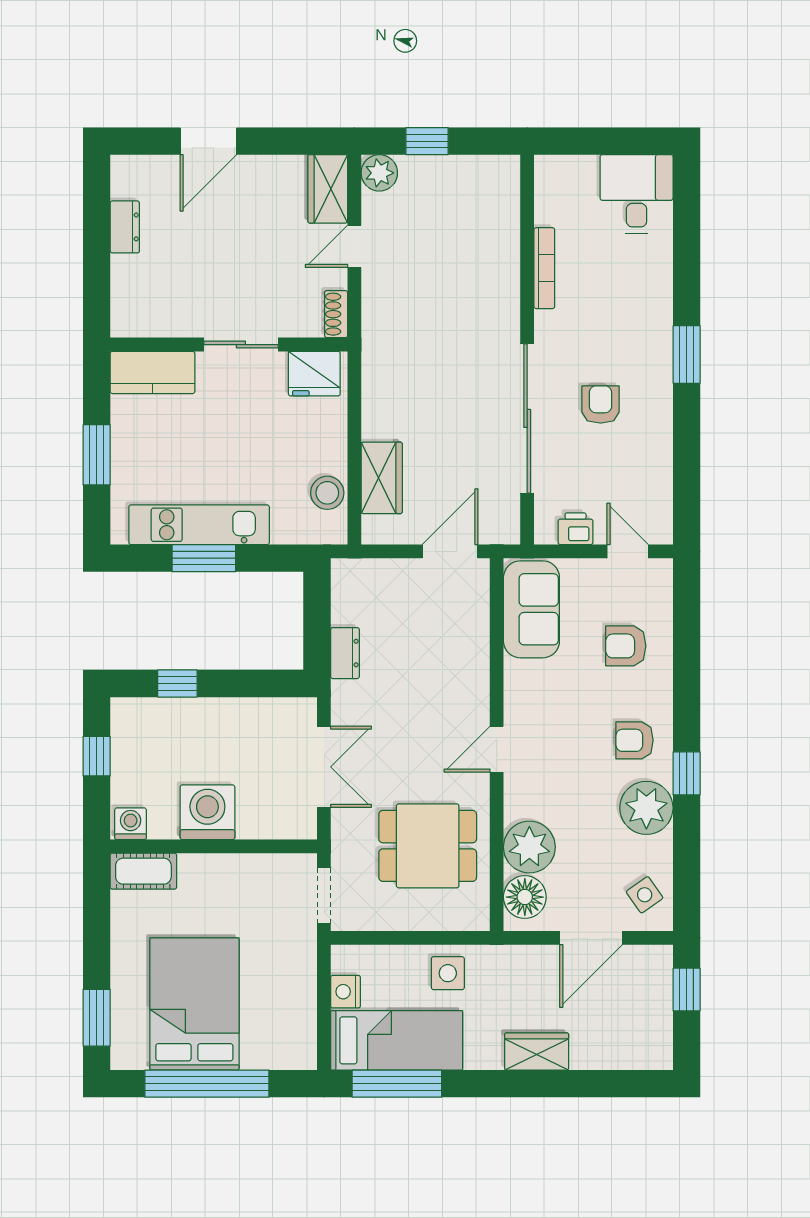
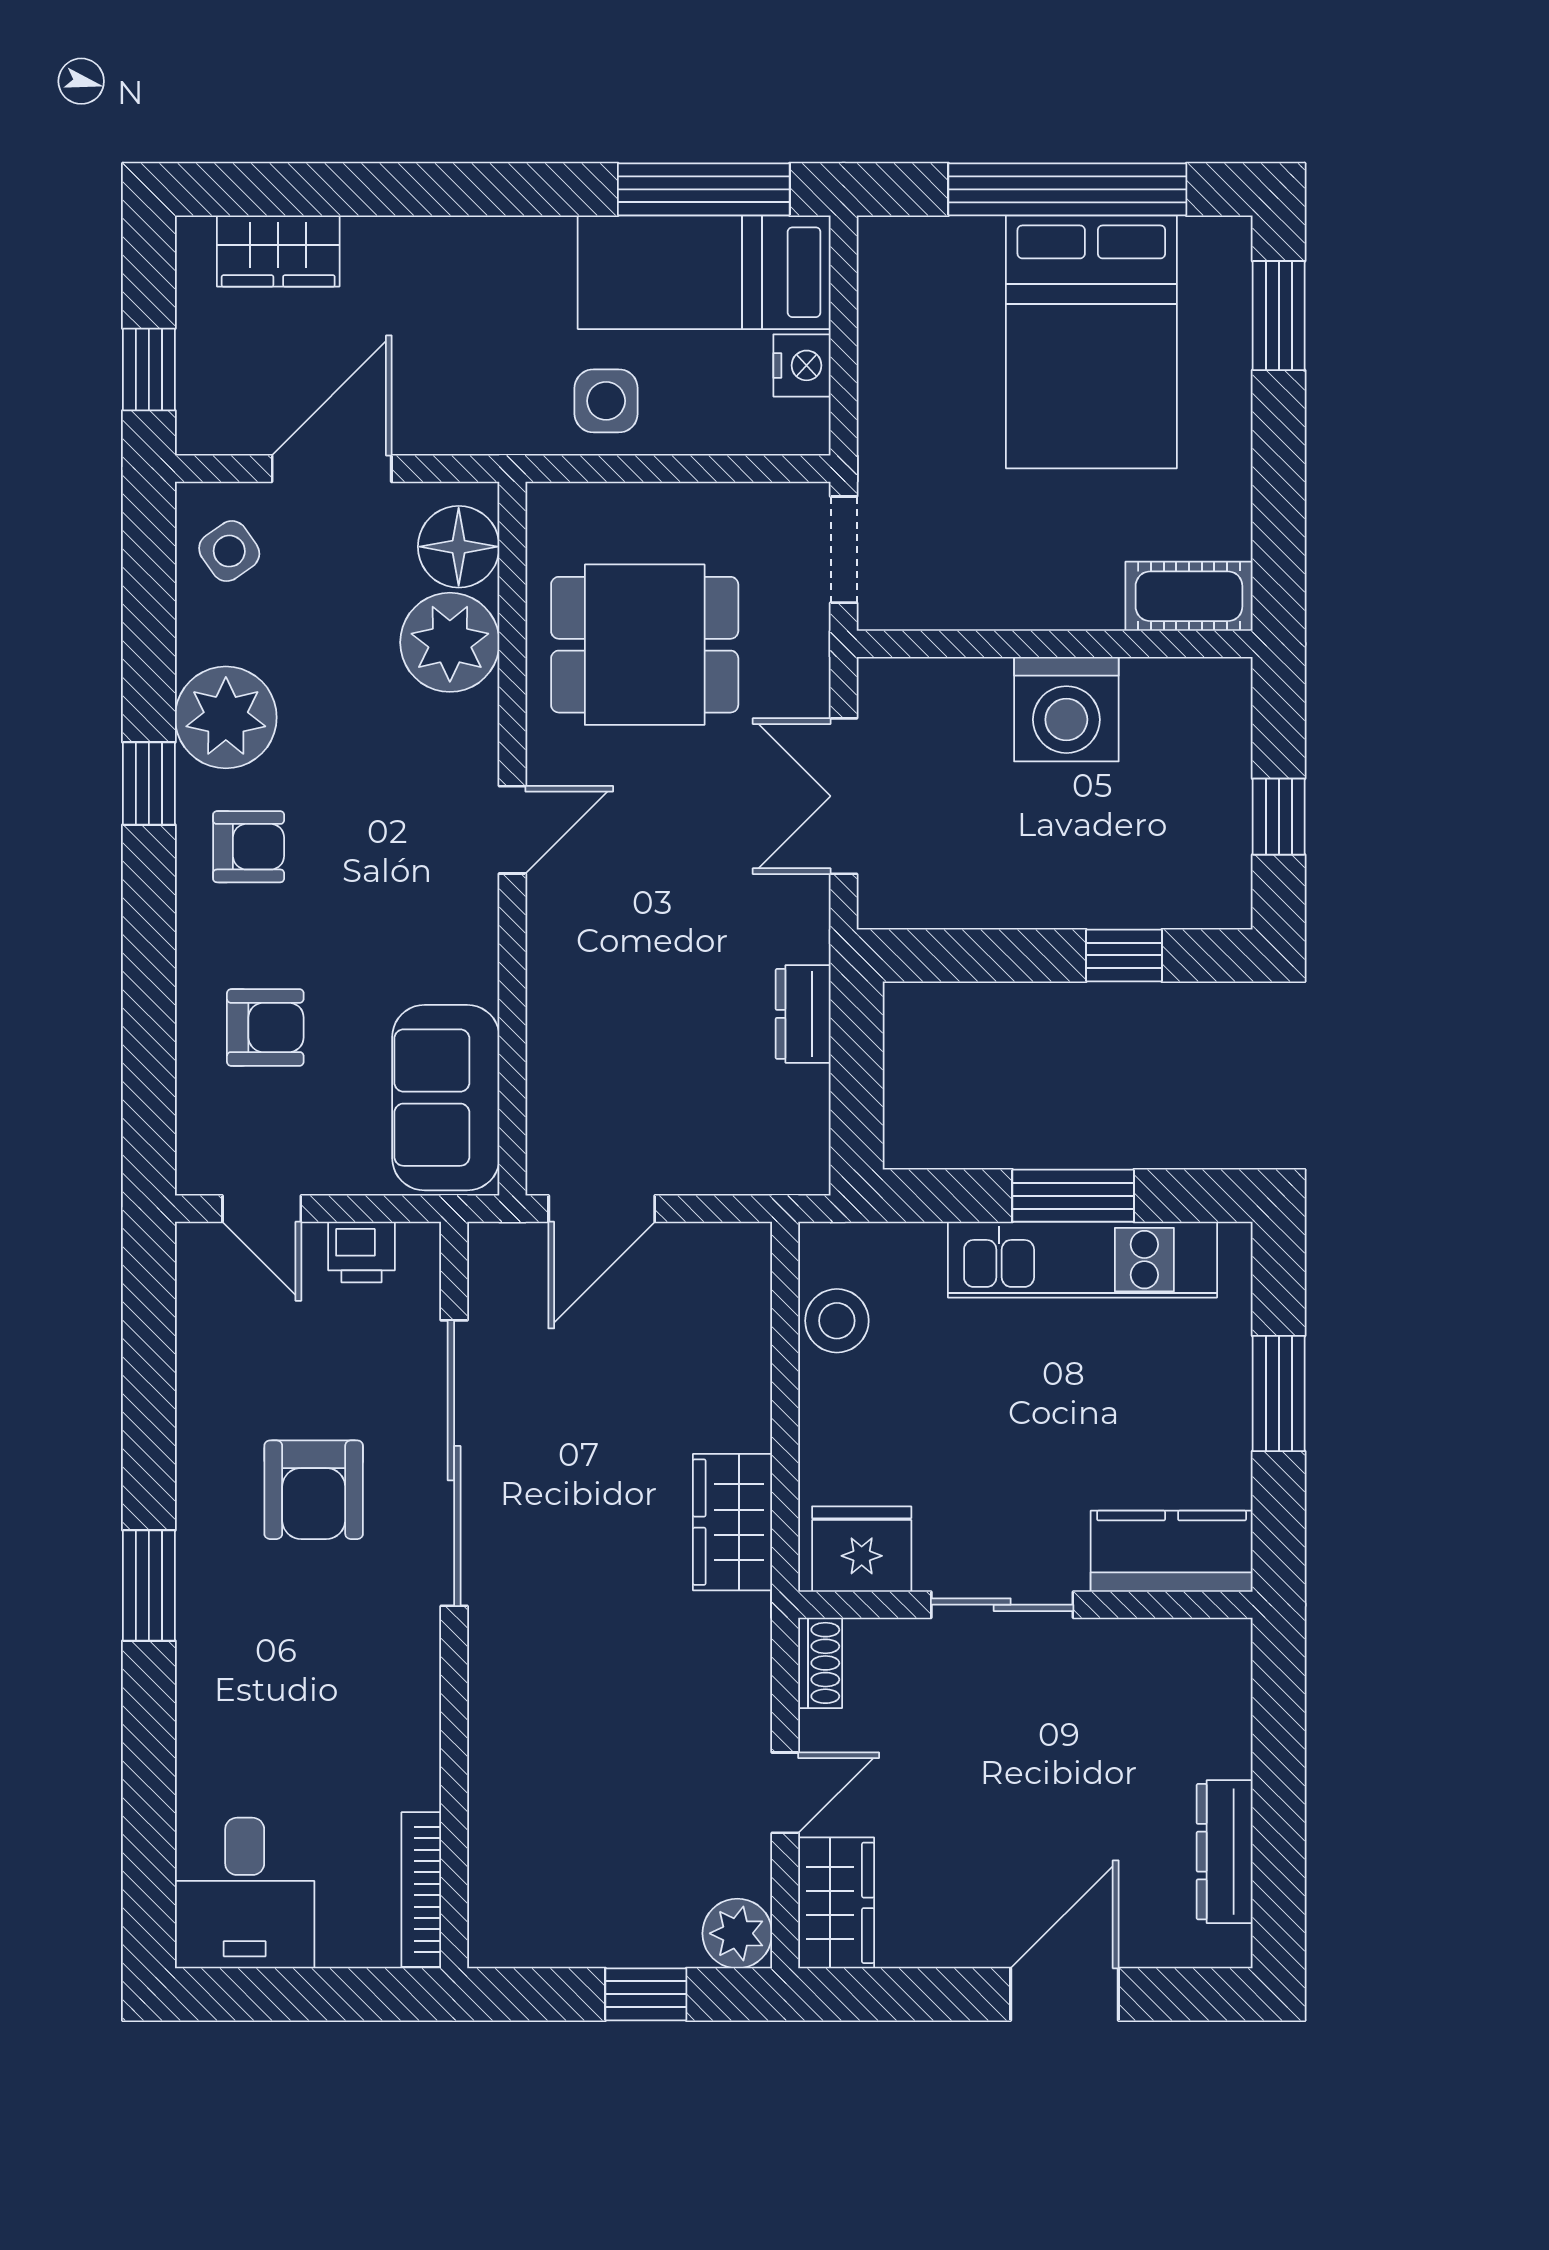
dresser: (125, 227) -> (1225, 1852), width x1.44
bookcase: (544, 268) -> (421, 1890), moved
armchair: (601, 405) -> (314, 1490), width x1.38, depth x1.38
wardrobe: (382, 478) -> (733, 1522), moved
washing machine: (131, 824) -> (1214, 687), removed
wardrobe: (537, 1051) -> (278, 251), moved

